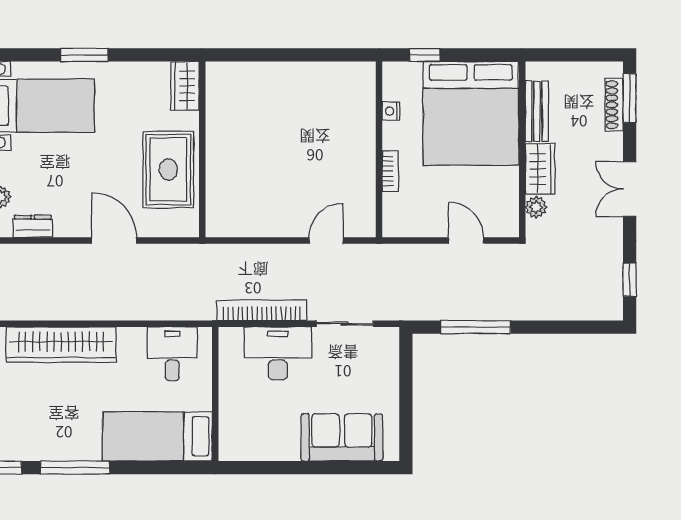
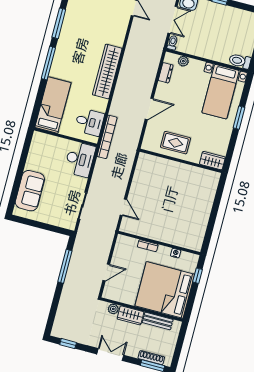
rug: (168, 169) -> (176, 143), width x0.73, depth x0.70
bookcase: (262, 310) -> (107, 137), moved
desk: (278, 353) -> (80, 159), moved

